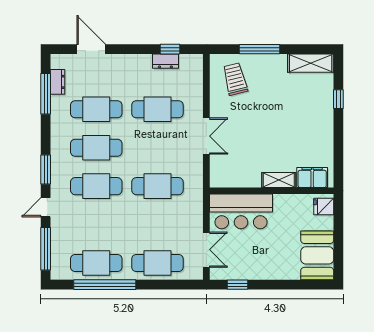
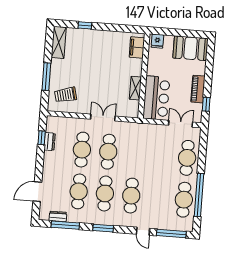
window: (46, 170) -> (103, 228), moved
shelving: (279, 180) -> (135, 88), moved
cafe table: (157, 186) -> (108, 152), moved
piano: (259, 271) -> (198, 89), added

